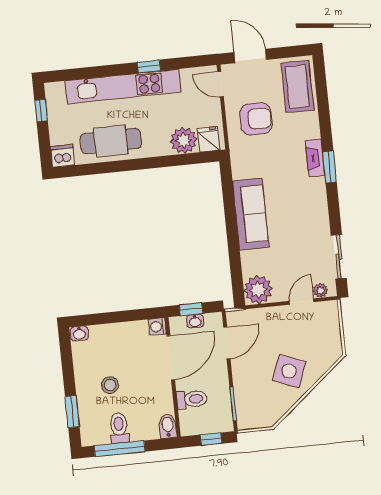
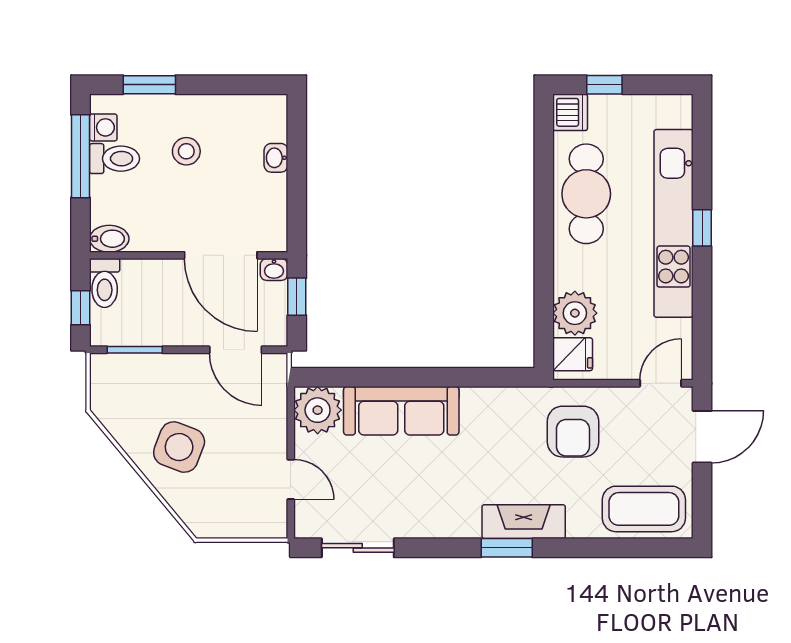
window: (149, 66) -> (702, 228), moved
window: (41, 111) -> (604, 85), moved
armchair: (256, 119) -> (573, 432), moved
fireplace: (315, 158) -> (524, 522), width x1.37, depth x1.32
sofa: (251, 214) -> (401, 411), moved
plant: (321, 290) -> (306, 512), removed
washbasin: (195, 321) -> (274, 269), moved, turned -90
washing machine: (157, 327) -> (103, 127), moved, turned 90
washbasin: (79, 334) -> (276, 158), moved
toilet: (192, 399) -> (105, 283), moved

